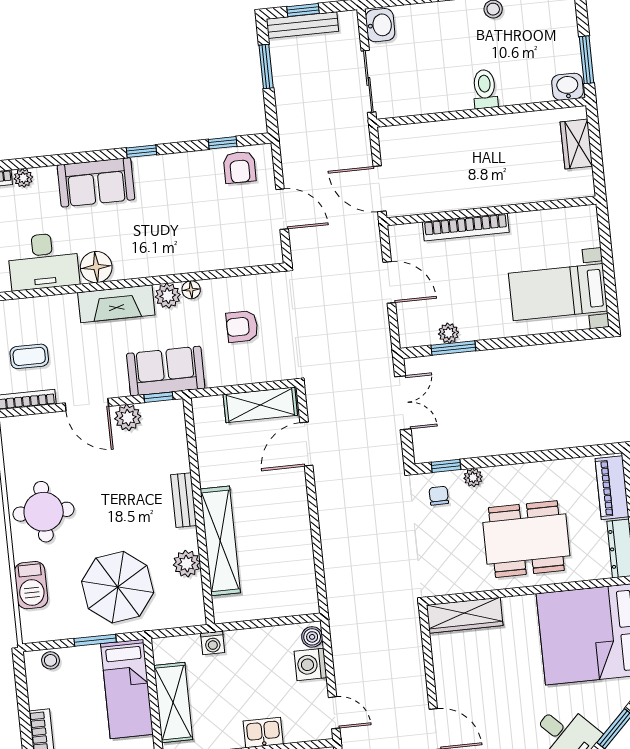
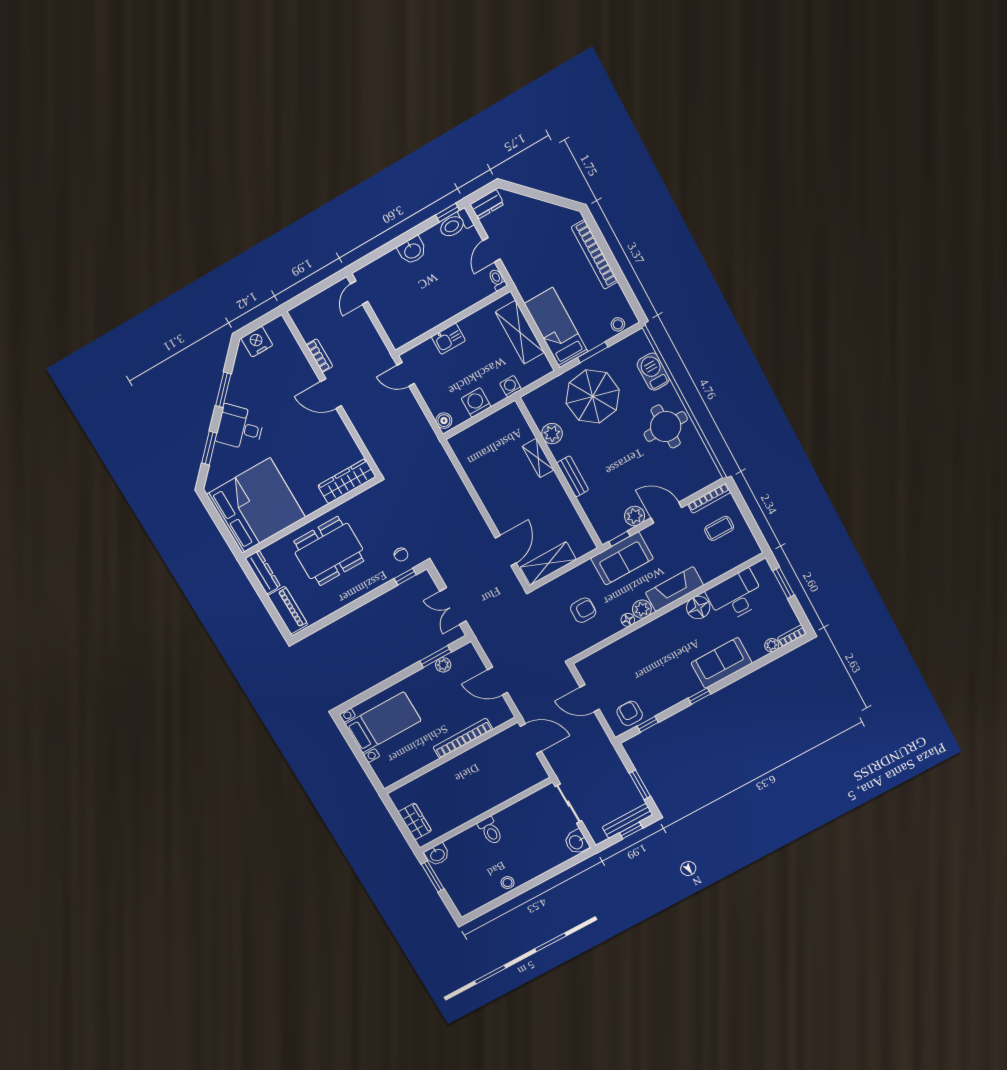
plant: (473, 477) -> (384, 577), removed
shelving: (220, 541) -> (538, 458), width x0.45, depth x0.75
washing machine: (310, 664) -> (476, 403), moved, turned -90

